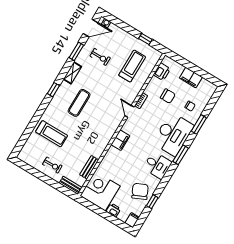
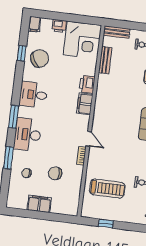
treadmill: (132, 66) -> (107, 189), turned -90
printer: (162, 72) -> (87, 84), moved
desk: (173, 134) -> (28, 135), width x0.73, depth x0.77
chair: (140, 191) -> (40, 59), turned -94

